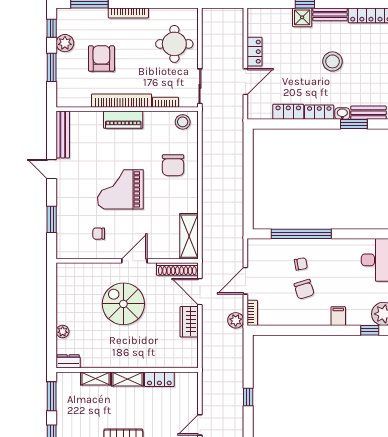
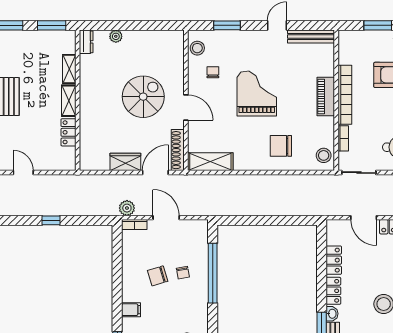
stool: (74, 249) -> (197, 48), added

